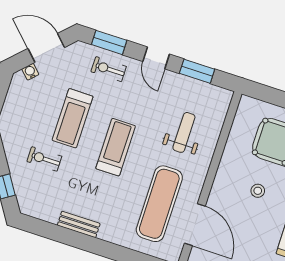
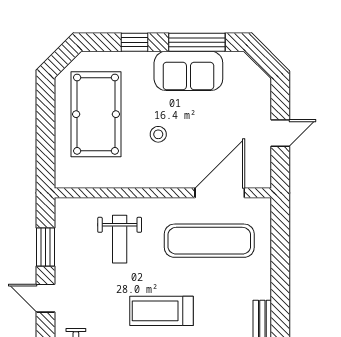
door: (156, 58) -> (46, 298), swing flipped
weight bench: (184, 132) -> (120, 239), turned -90

